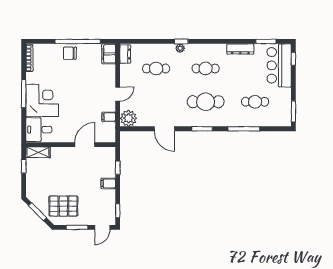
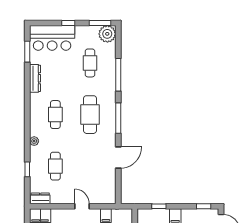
window: (181, 41) -> (27, 169), moved
window: (293, 59) -> (68, 23), moved
plant: (129, 118) -> (107, 34), moved
window: (202, 129) -> (118, 118), width x1.44

